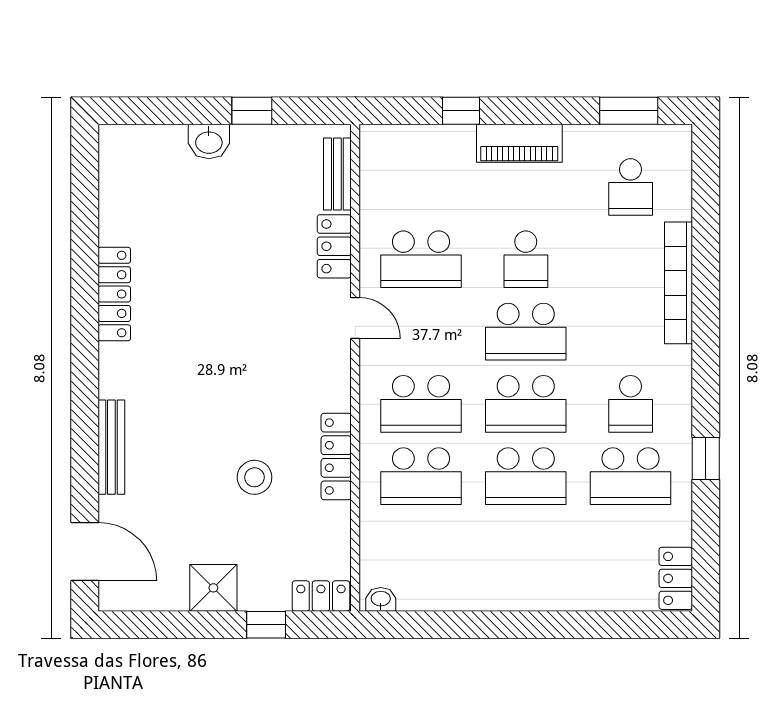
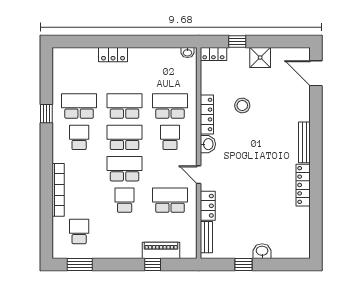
piano: (519, 143) -> (161, 250), moved
washbasin: (334, 388) -> (208, 144), added
school desk: (421, 404) -> (170, 137), width x0.54
bench: (111, 447) -> (304, 142), moved
locker: (676, 578) -> (113, 55), moved, turned 90

